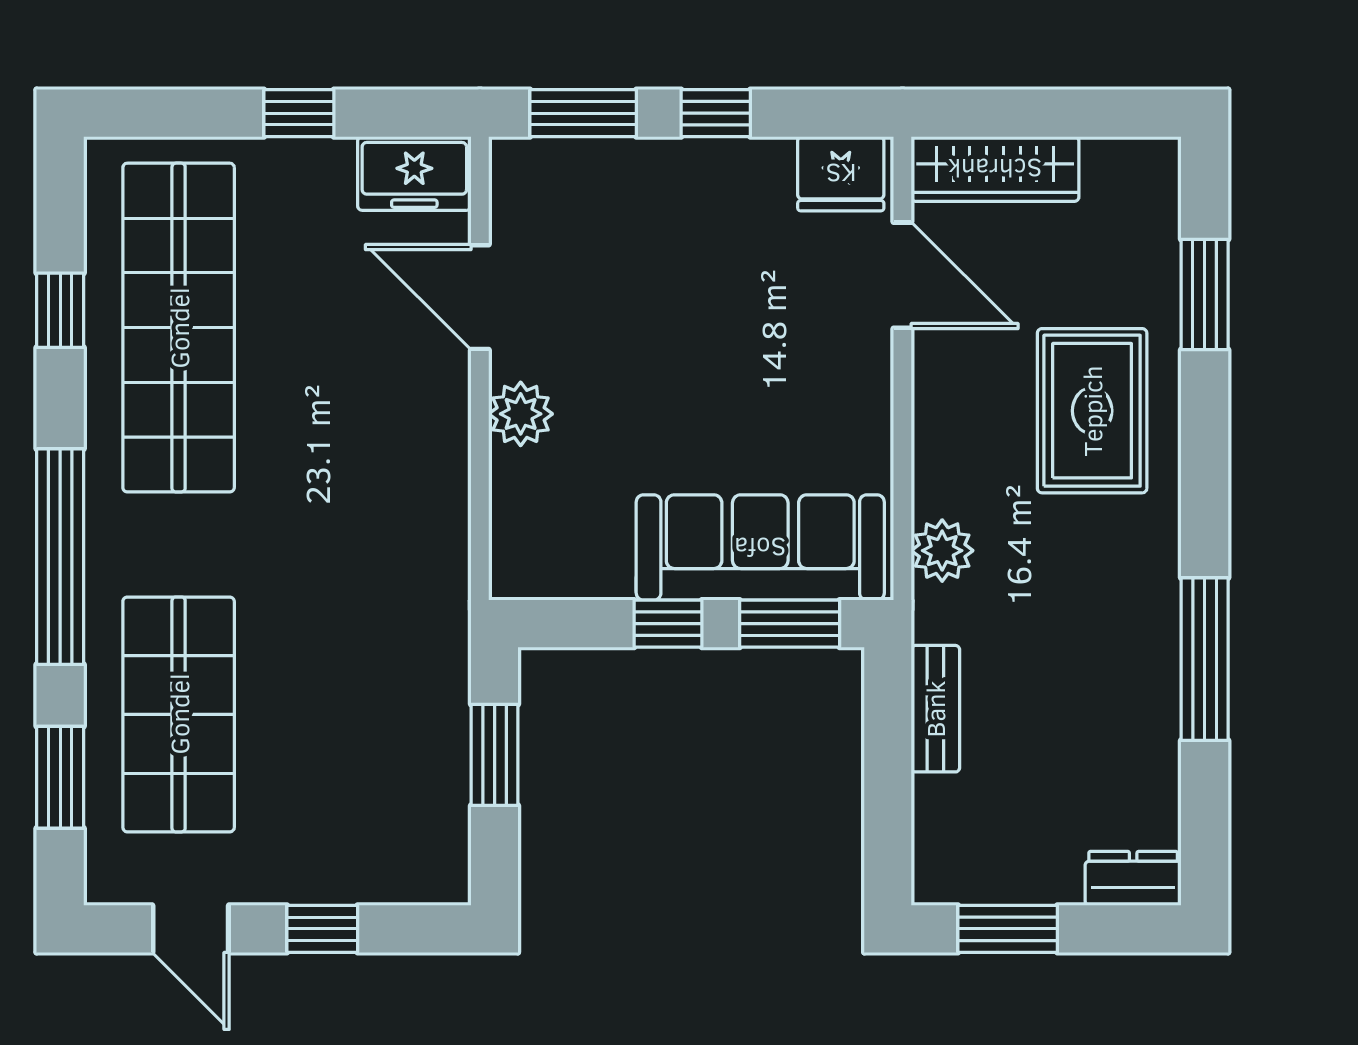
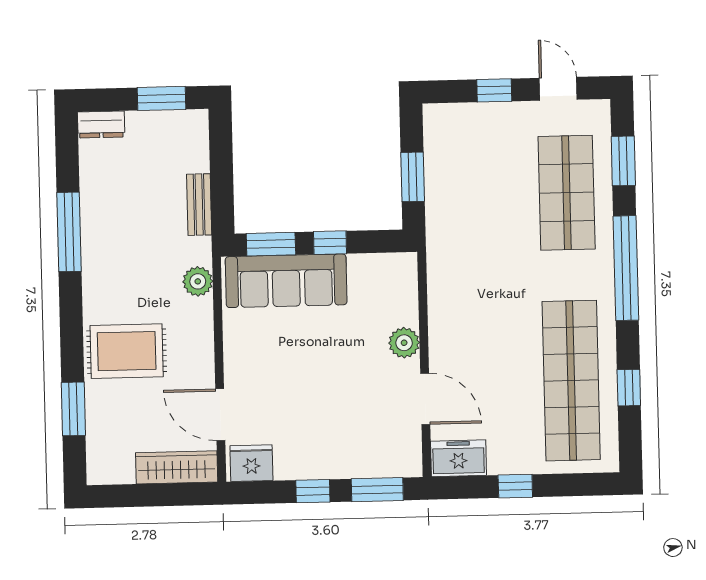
rug: (1092, 411) -> (127, 351), turned 90

